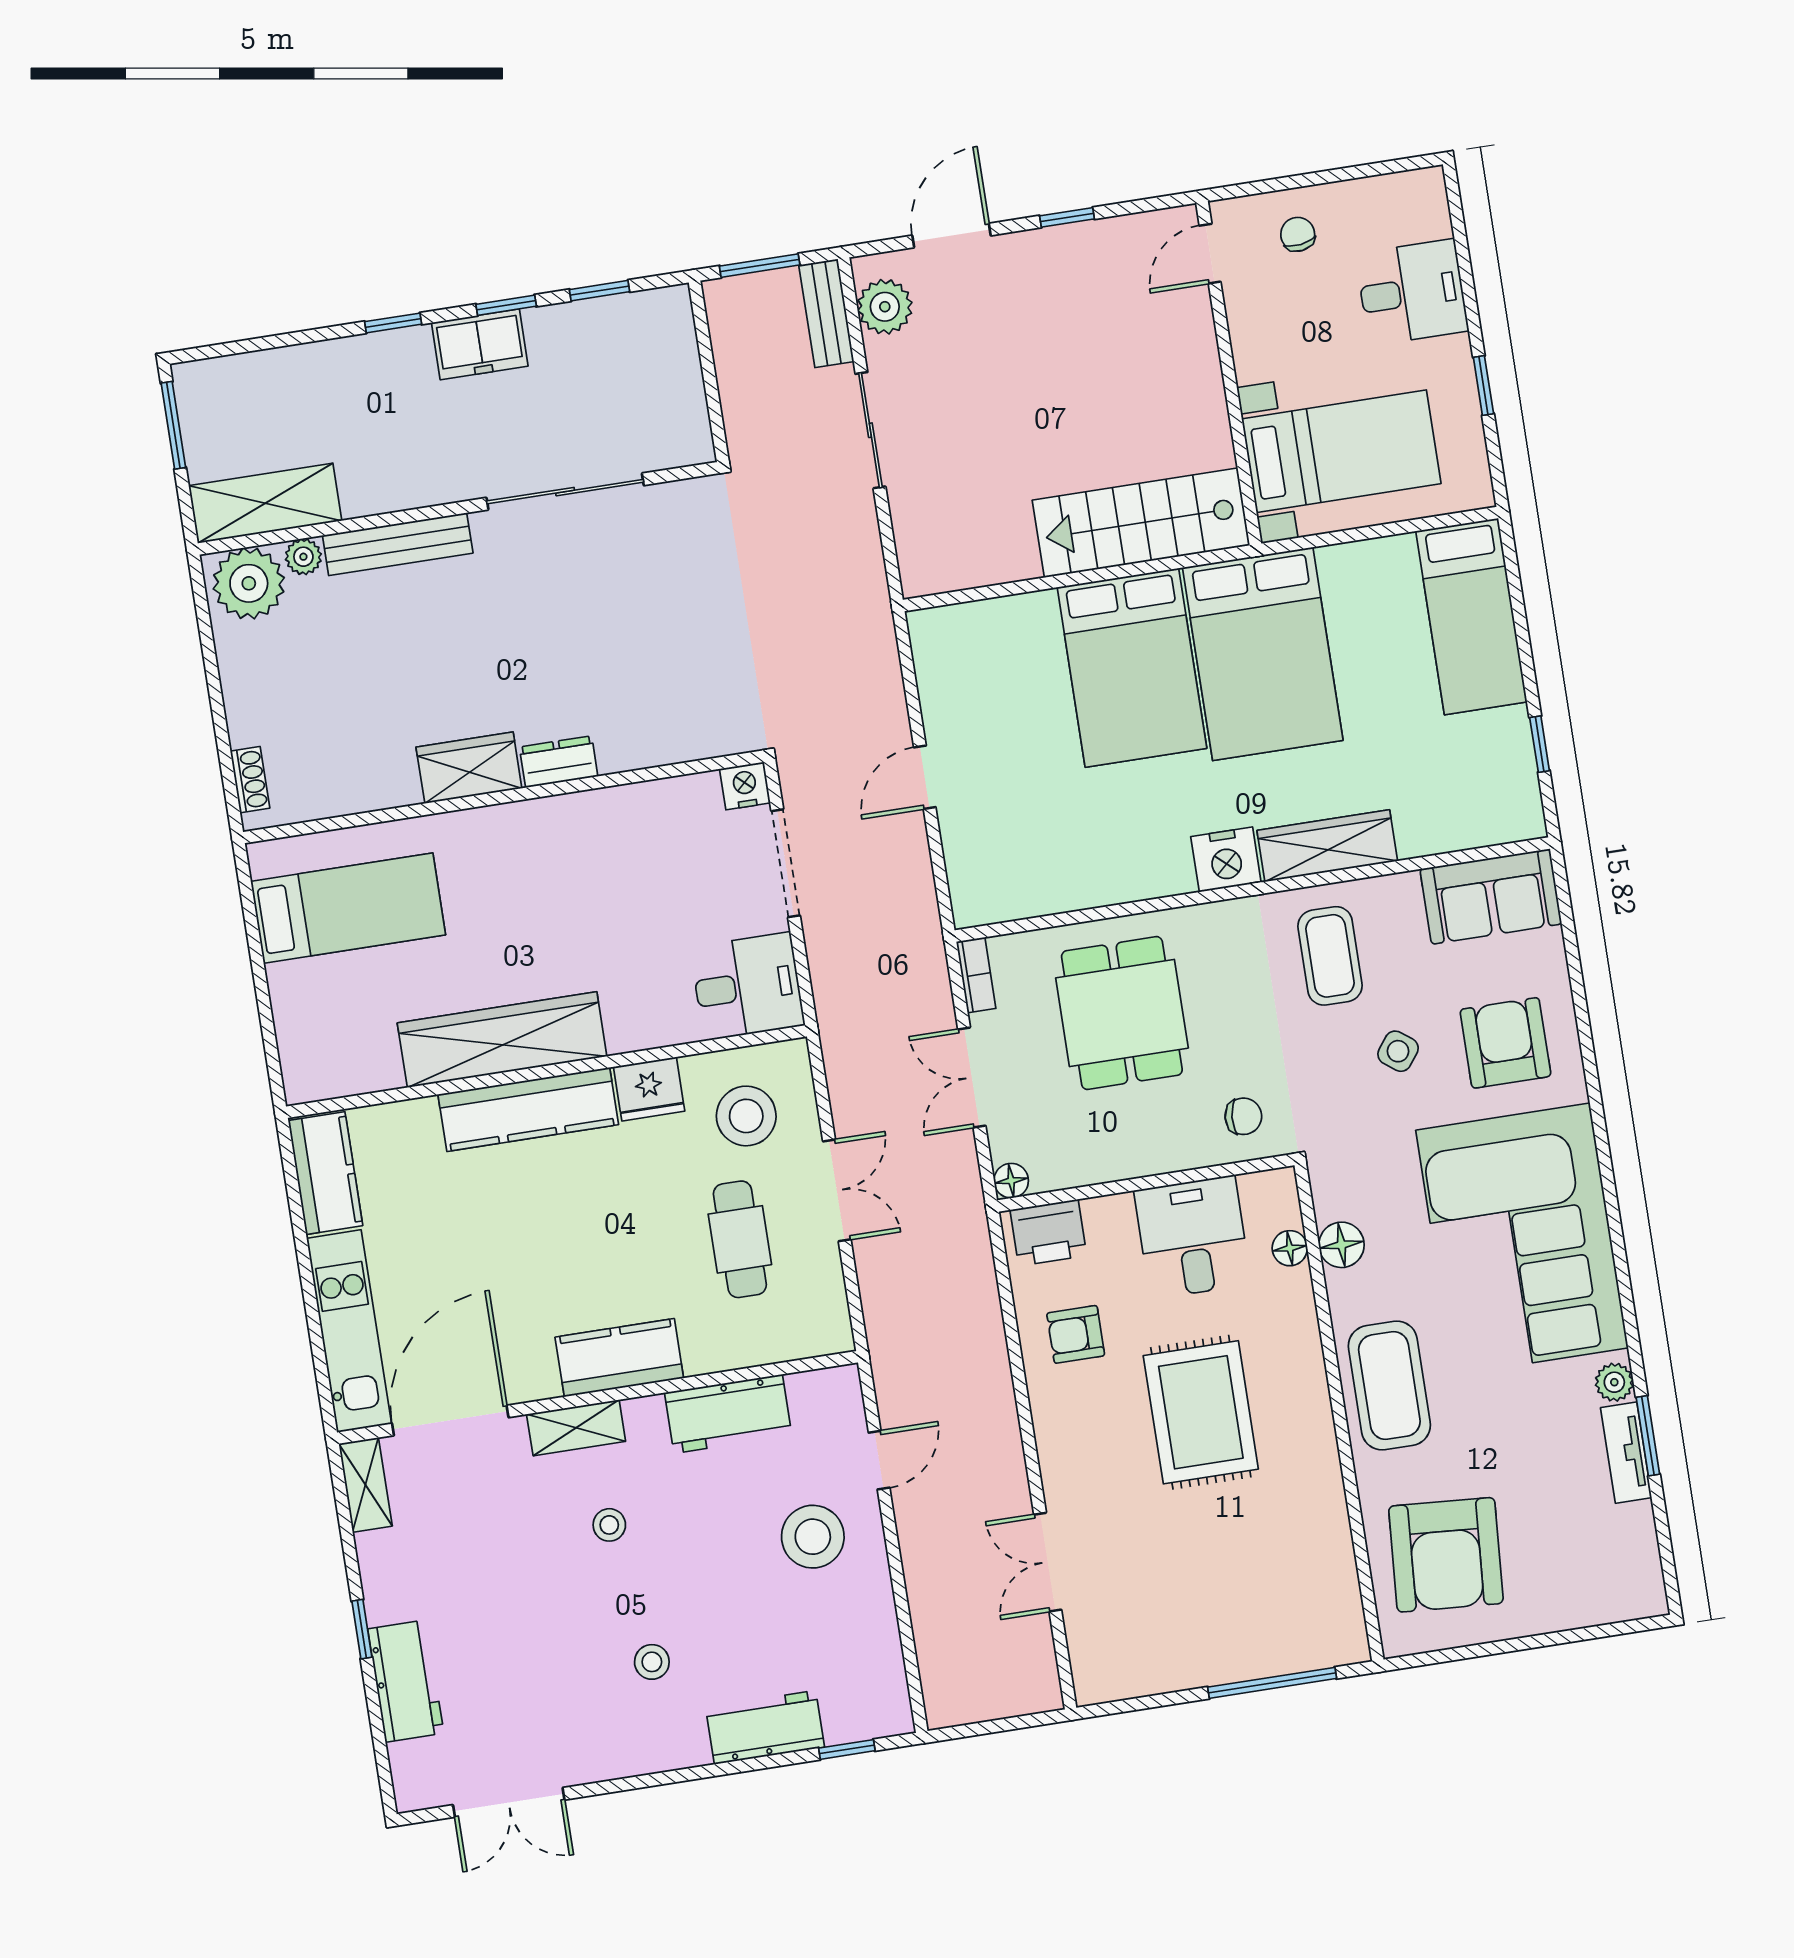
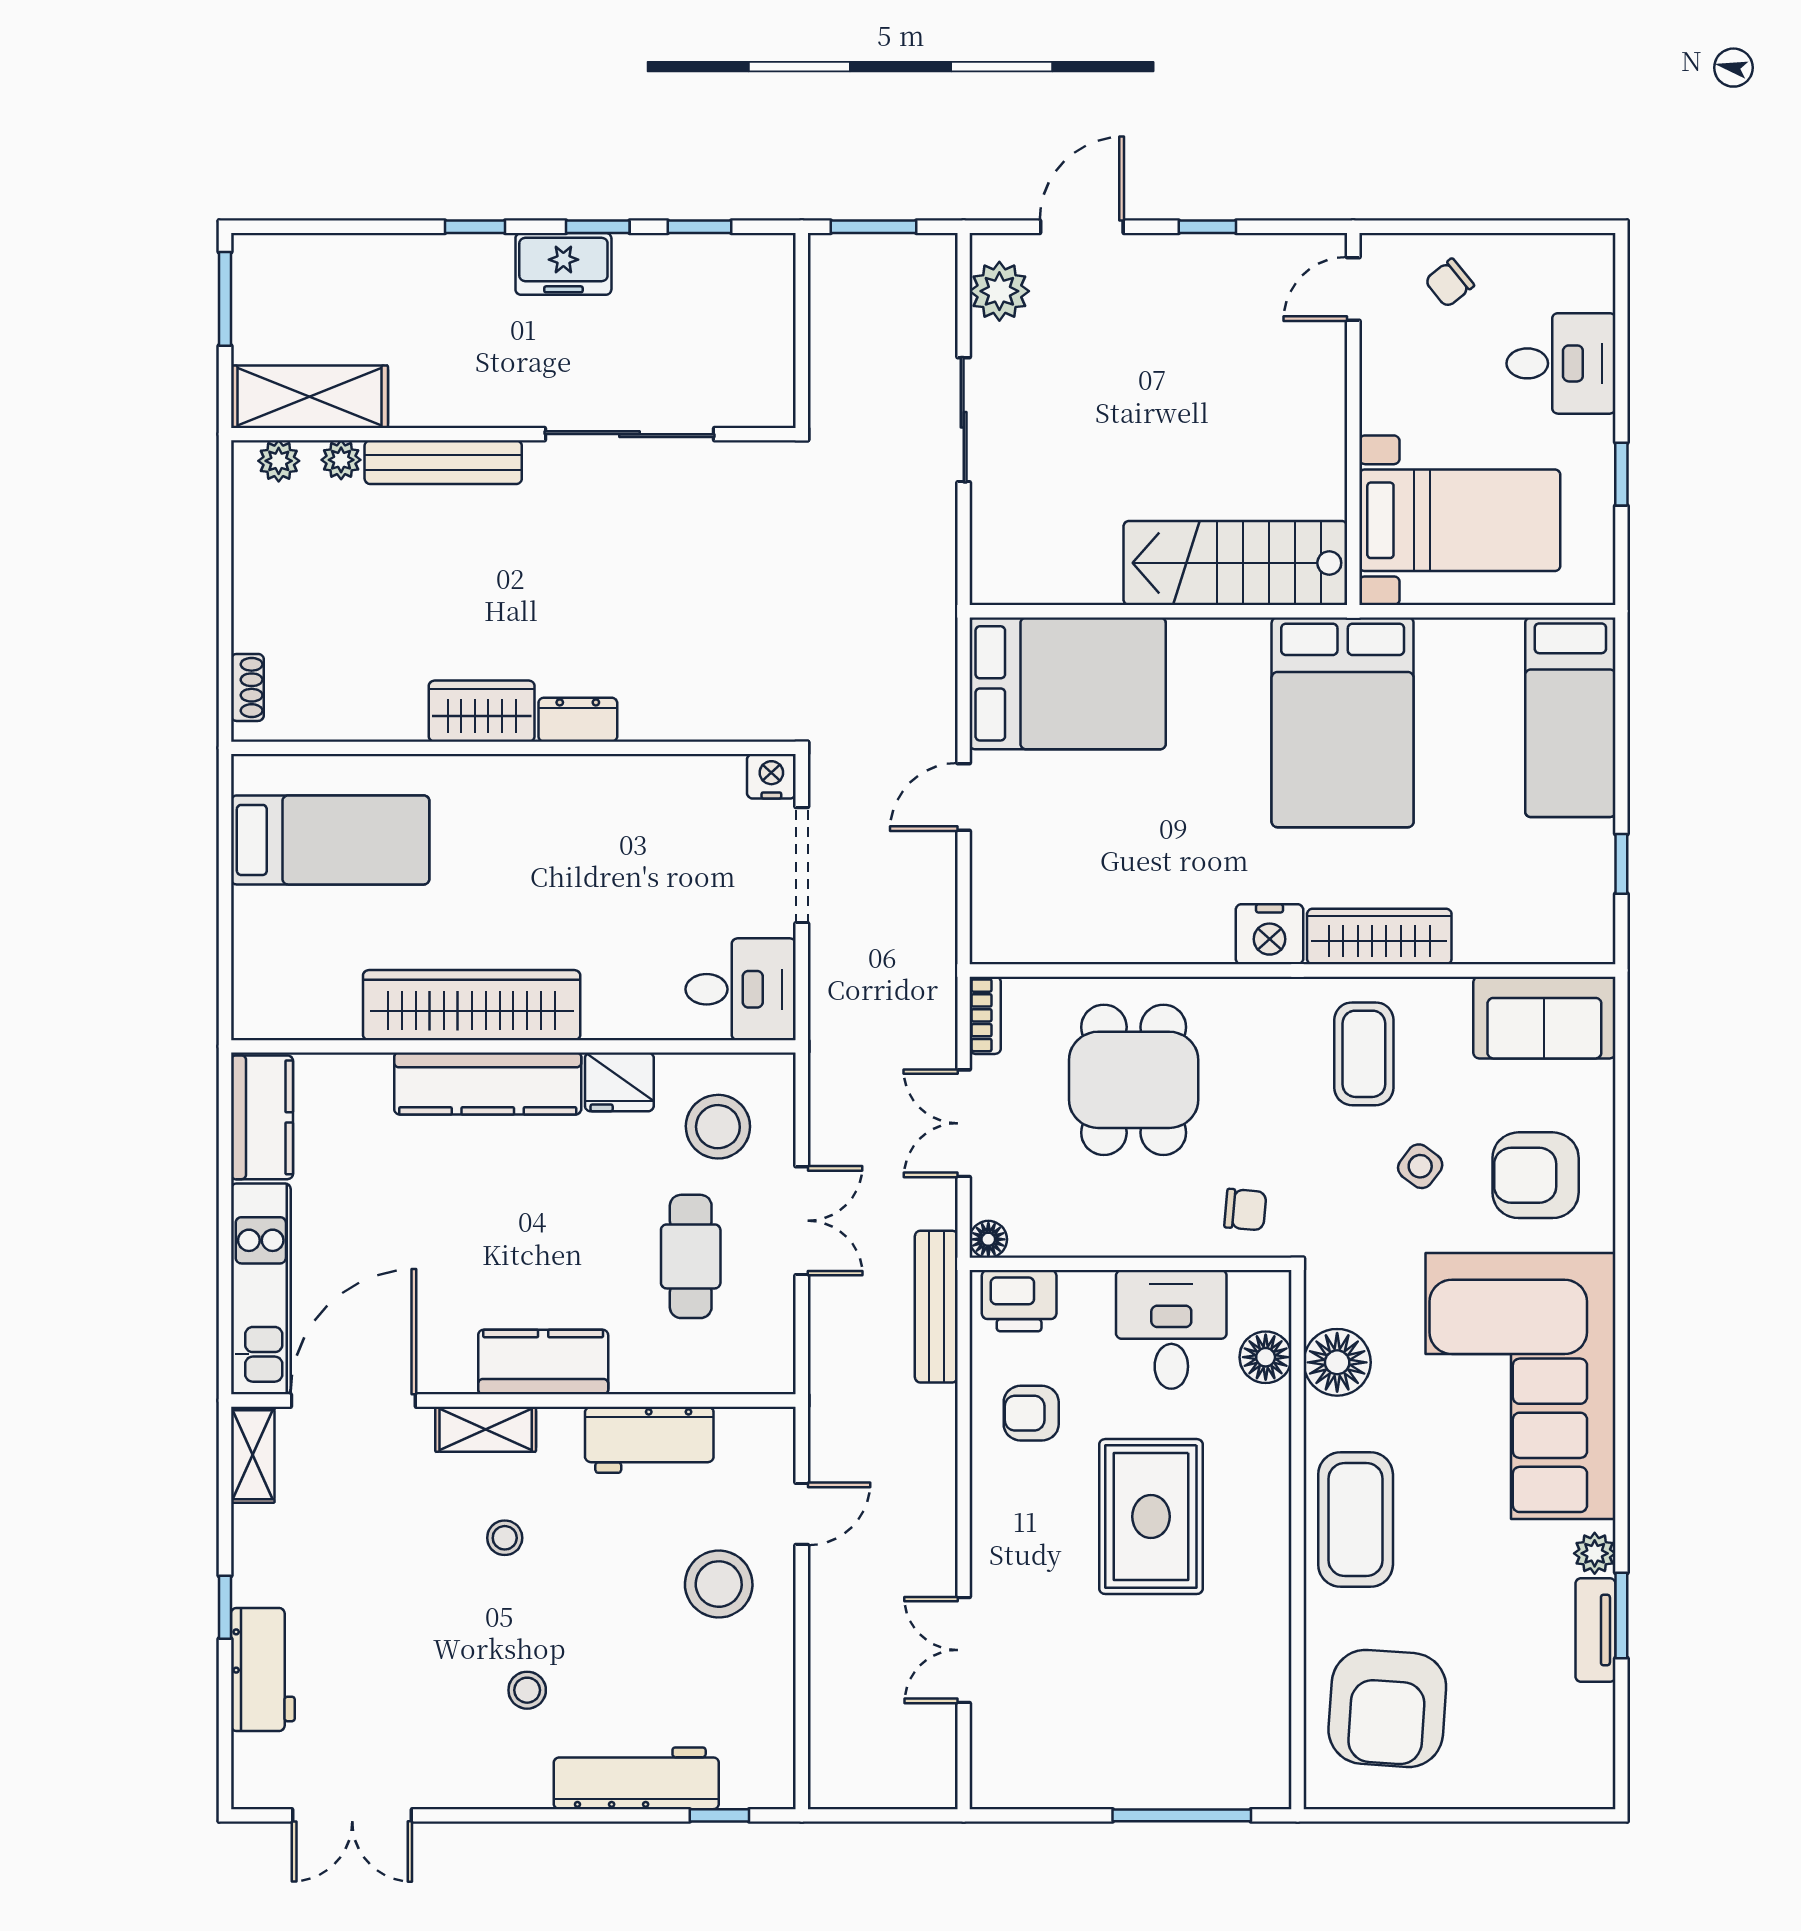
chair: (1298, 234) -> (1449, 283), turned -121
bench: (826, 313) -> (936, 1307), moved, width x1.36
plant: (249, 583) -> (279, 461), width x0.53, depth x0.53
bed: (1132, 668) -> (1068, 683), moved, turned -90
armchair: (1505, 1043) -> (1536, 1175), turned -90
floor lamp: (1341, 1245) -> (1337, 1362), width x1.38, depth x1.38
floor lamp: (1290, 1248) -> (1266, 1357), width x1.37, depth x1.37
workbench: (765, 1727) -> (636, 1778), width x1.38

